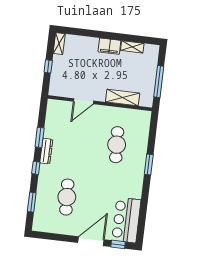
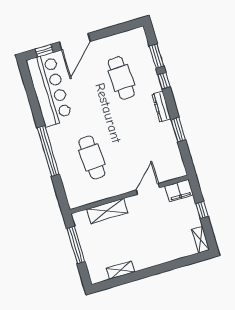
filing cabinet: (109, 46) -> (179, 191), moved, turned 180
dresser: (46, 151) -> (161, 107), moved
window: (149, 165) -> (48, 151), width x2.11
window: (36, 168) -> (164, 81), moved
bar counter: (126, 220) -> (49, 90), width x1.36

